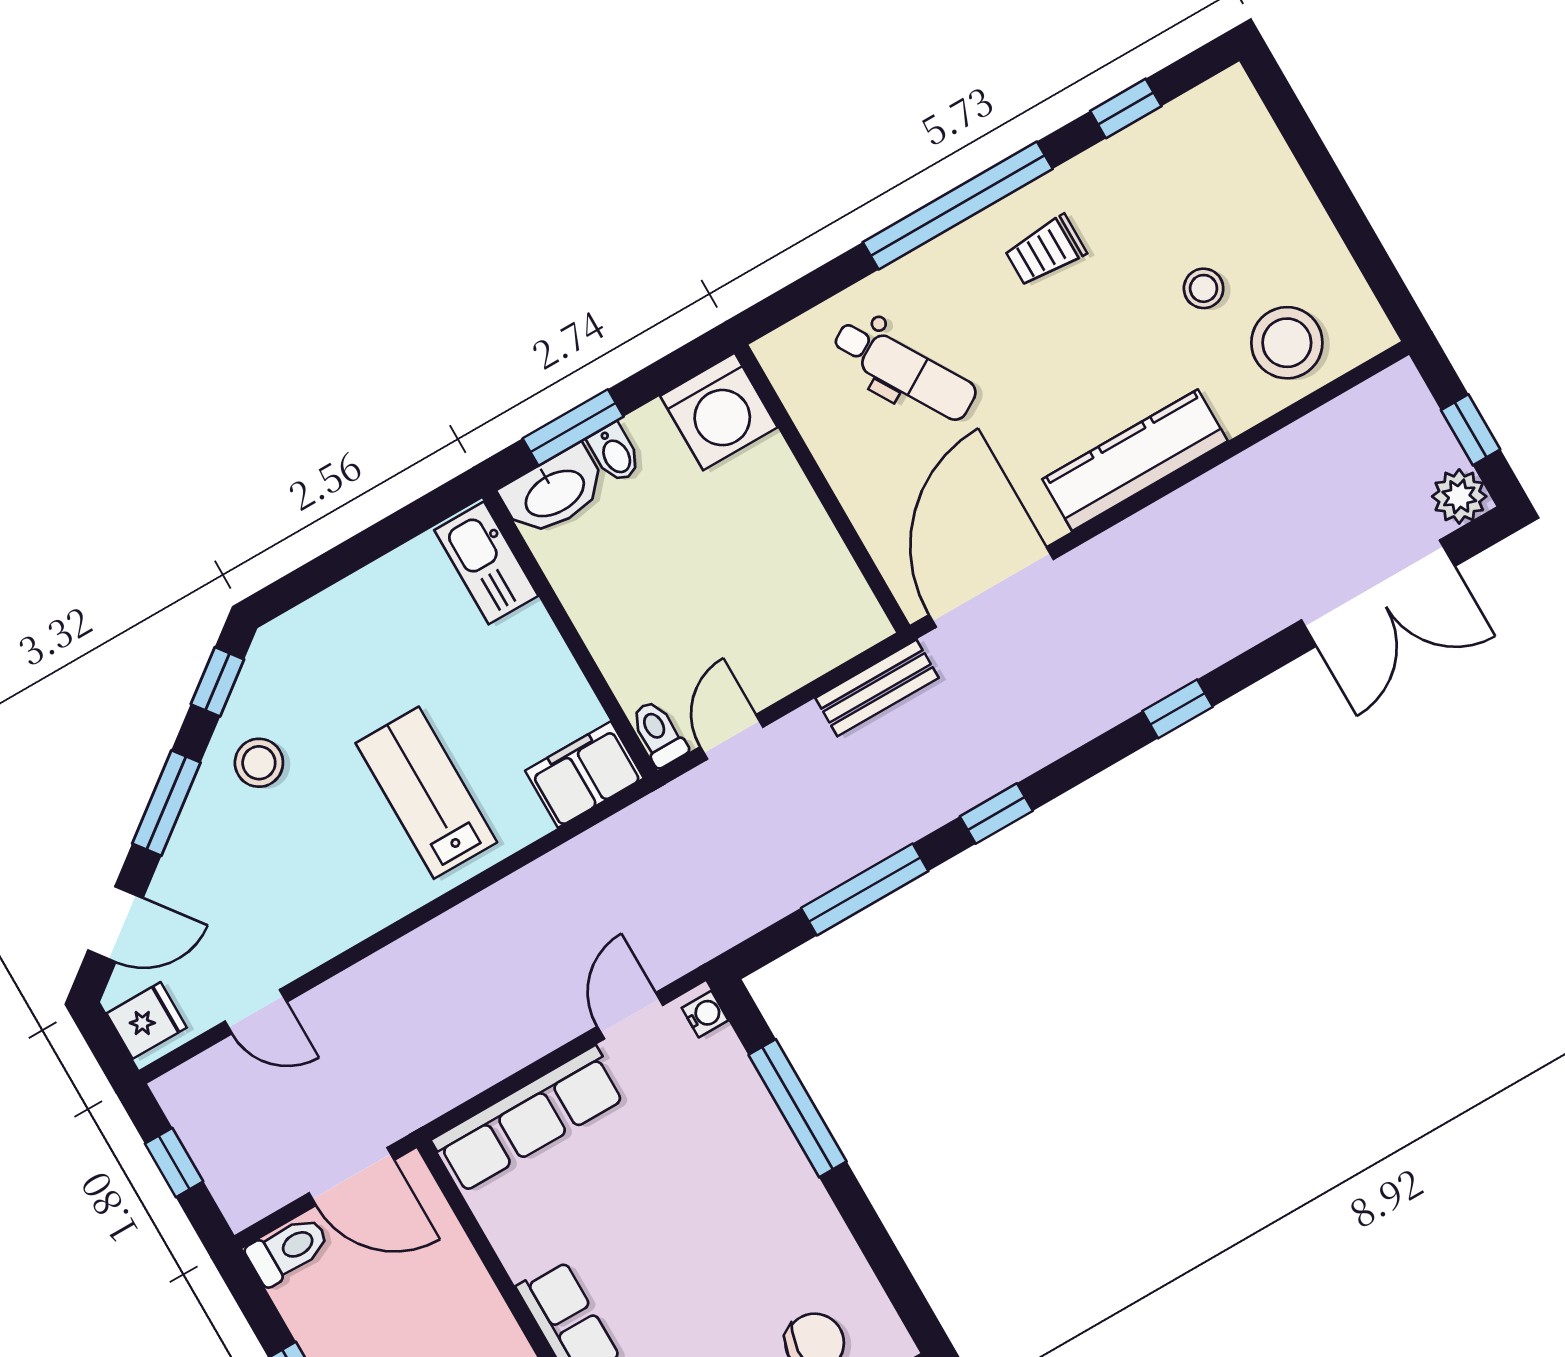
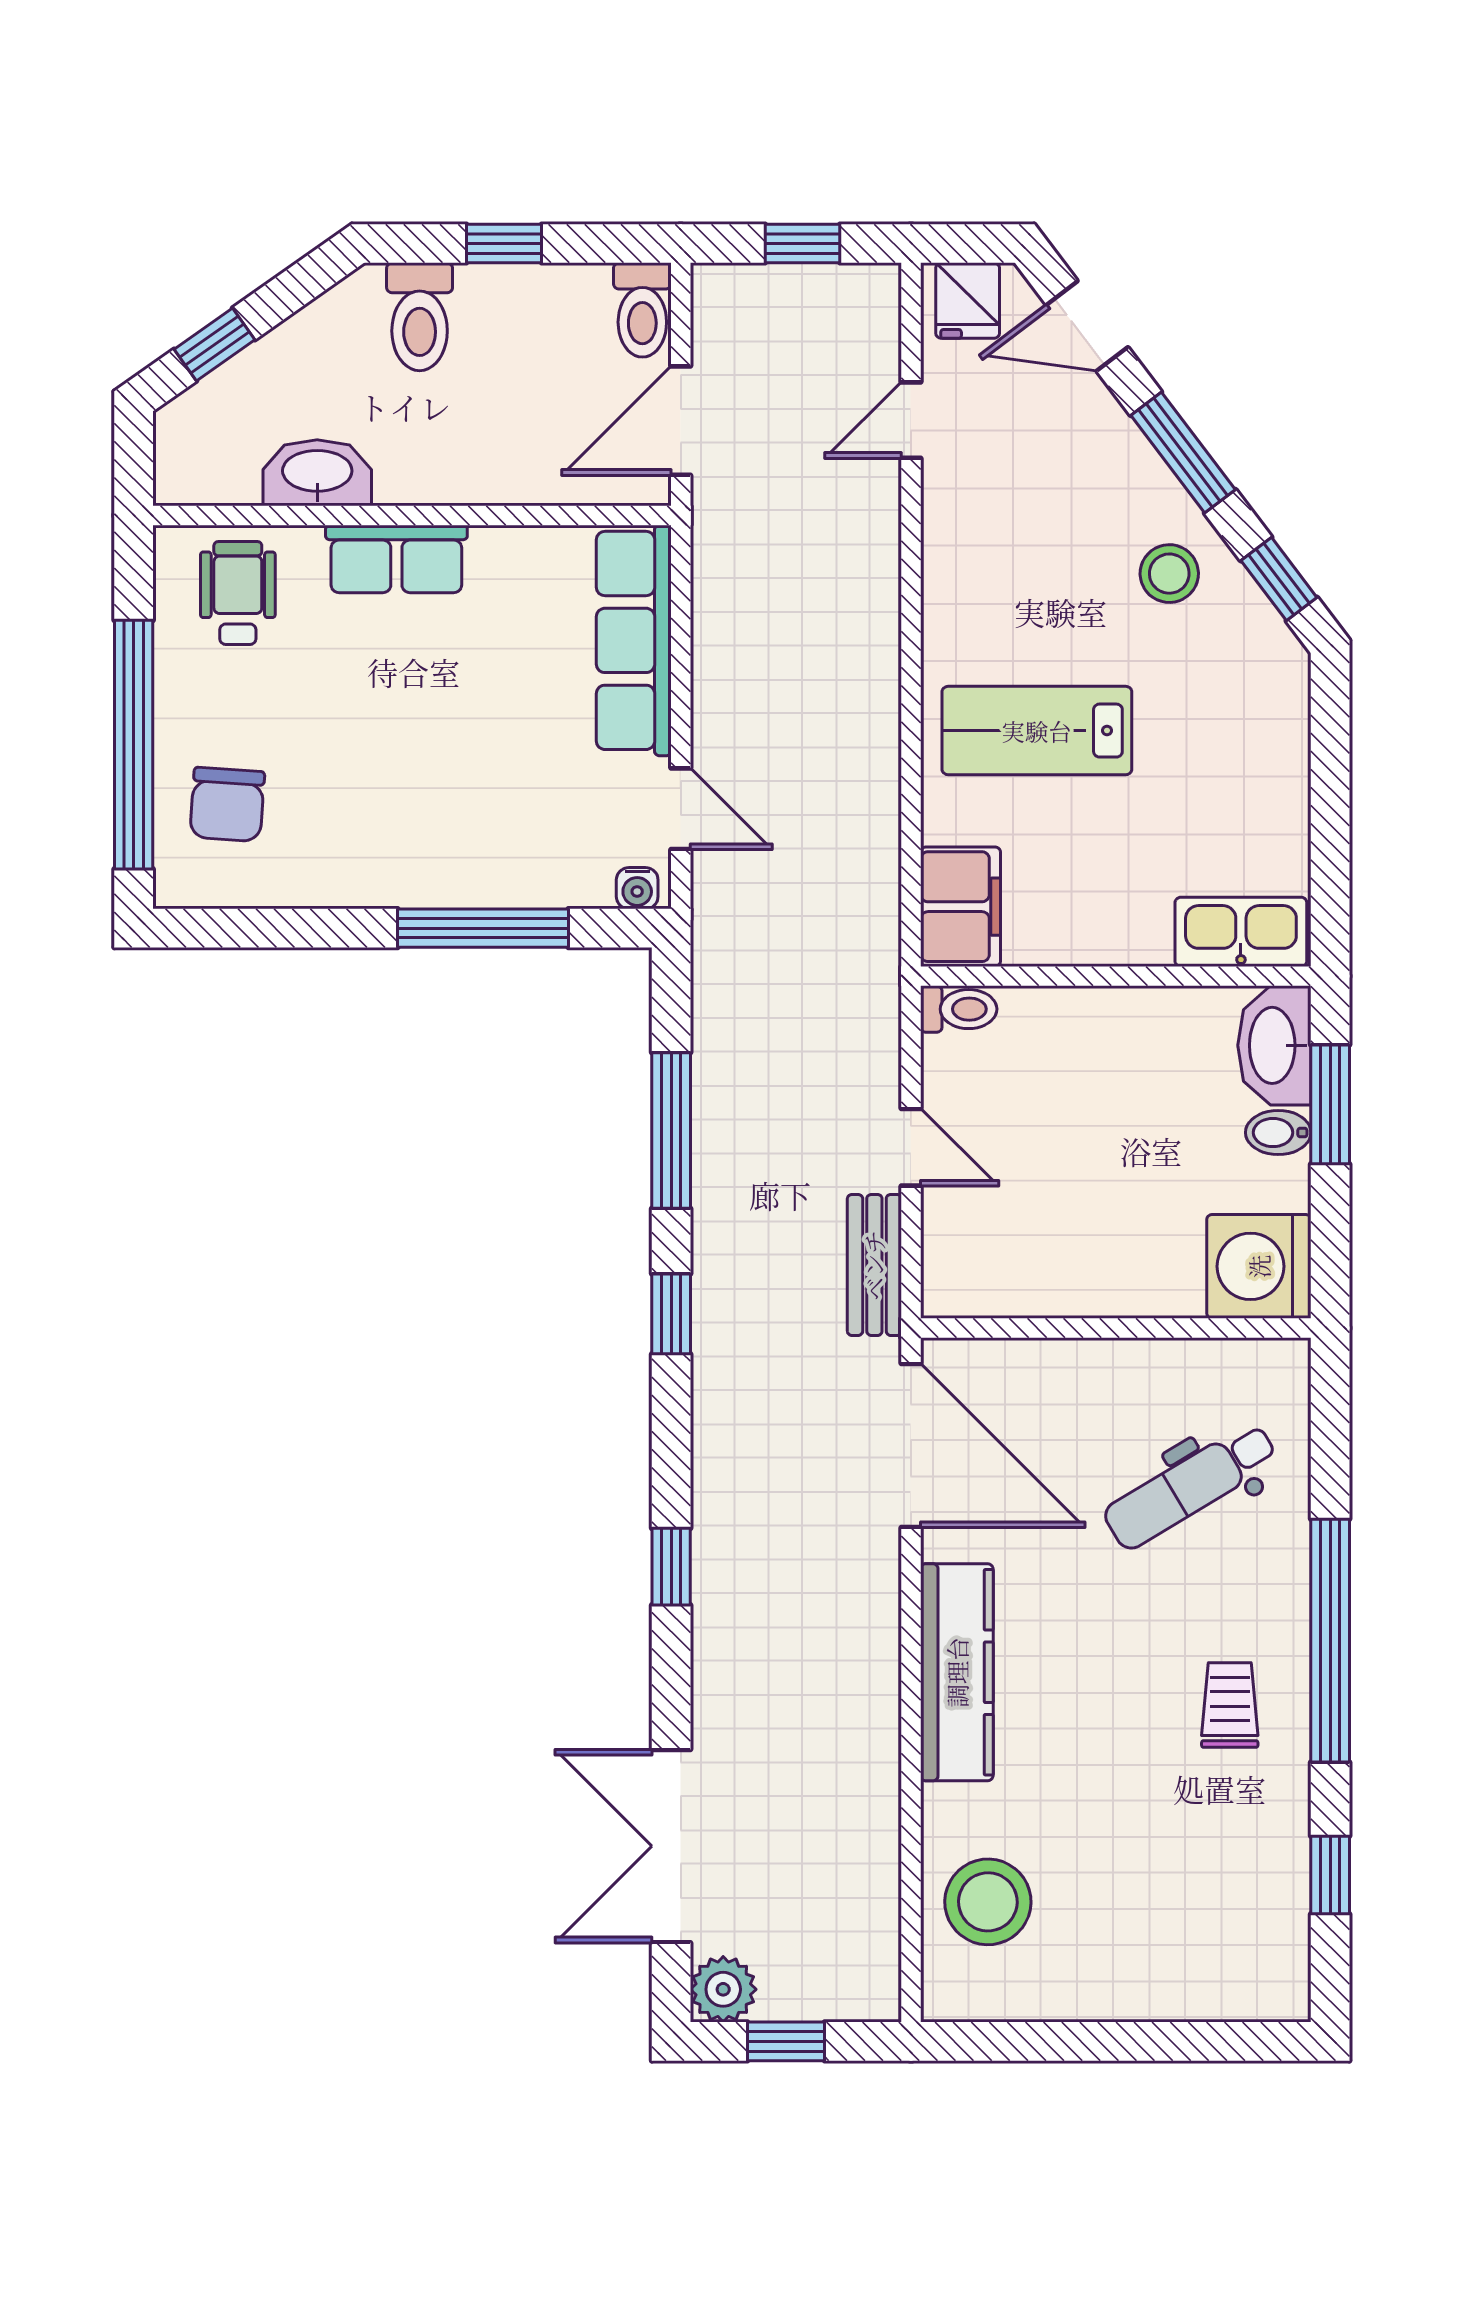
stool: (1204, 288) -> (1095, 1848), removed
door: (732, 737) -> (911, 1147), moved
lab bench: (426, 793) -> (1037, 731), turned 180
door: (115, 924) -> (1087, 326), hinge flipped

